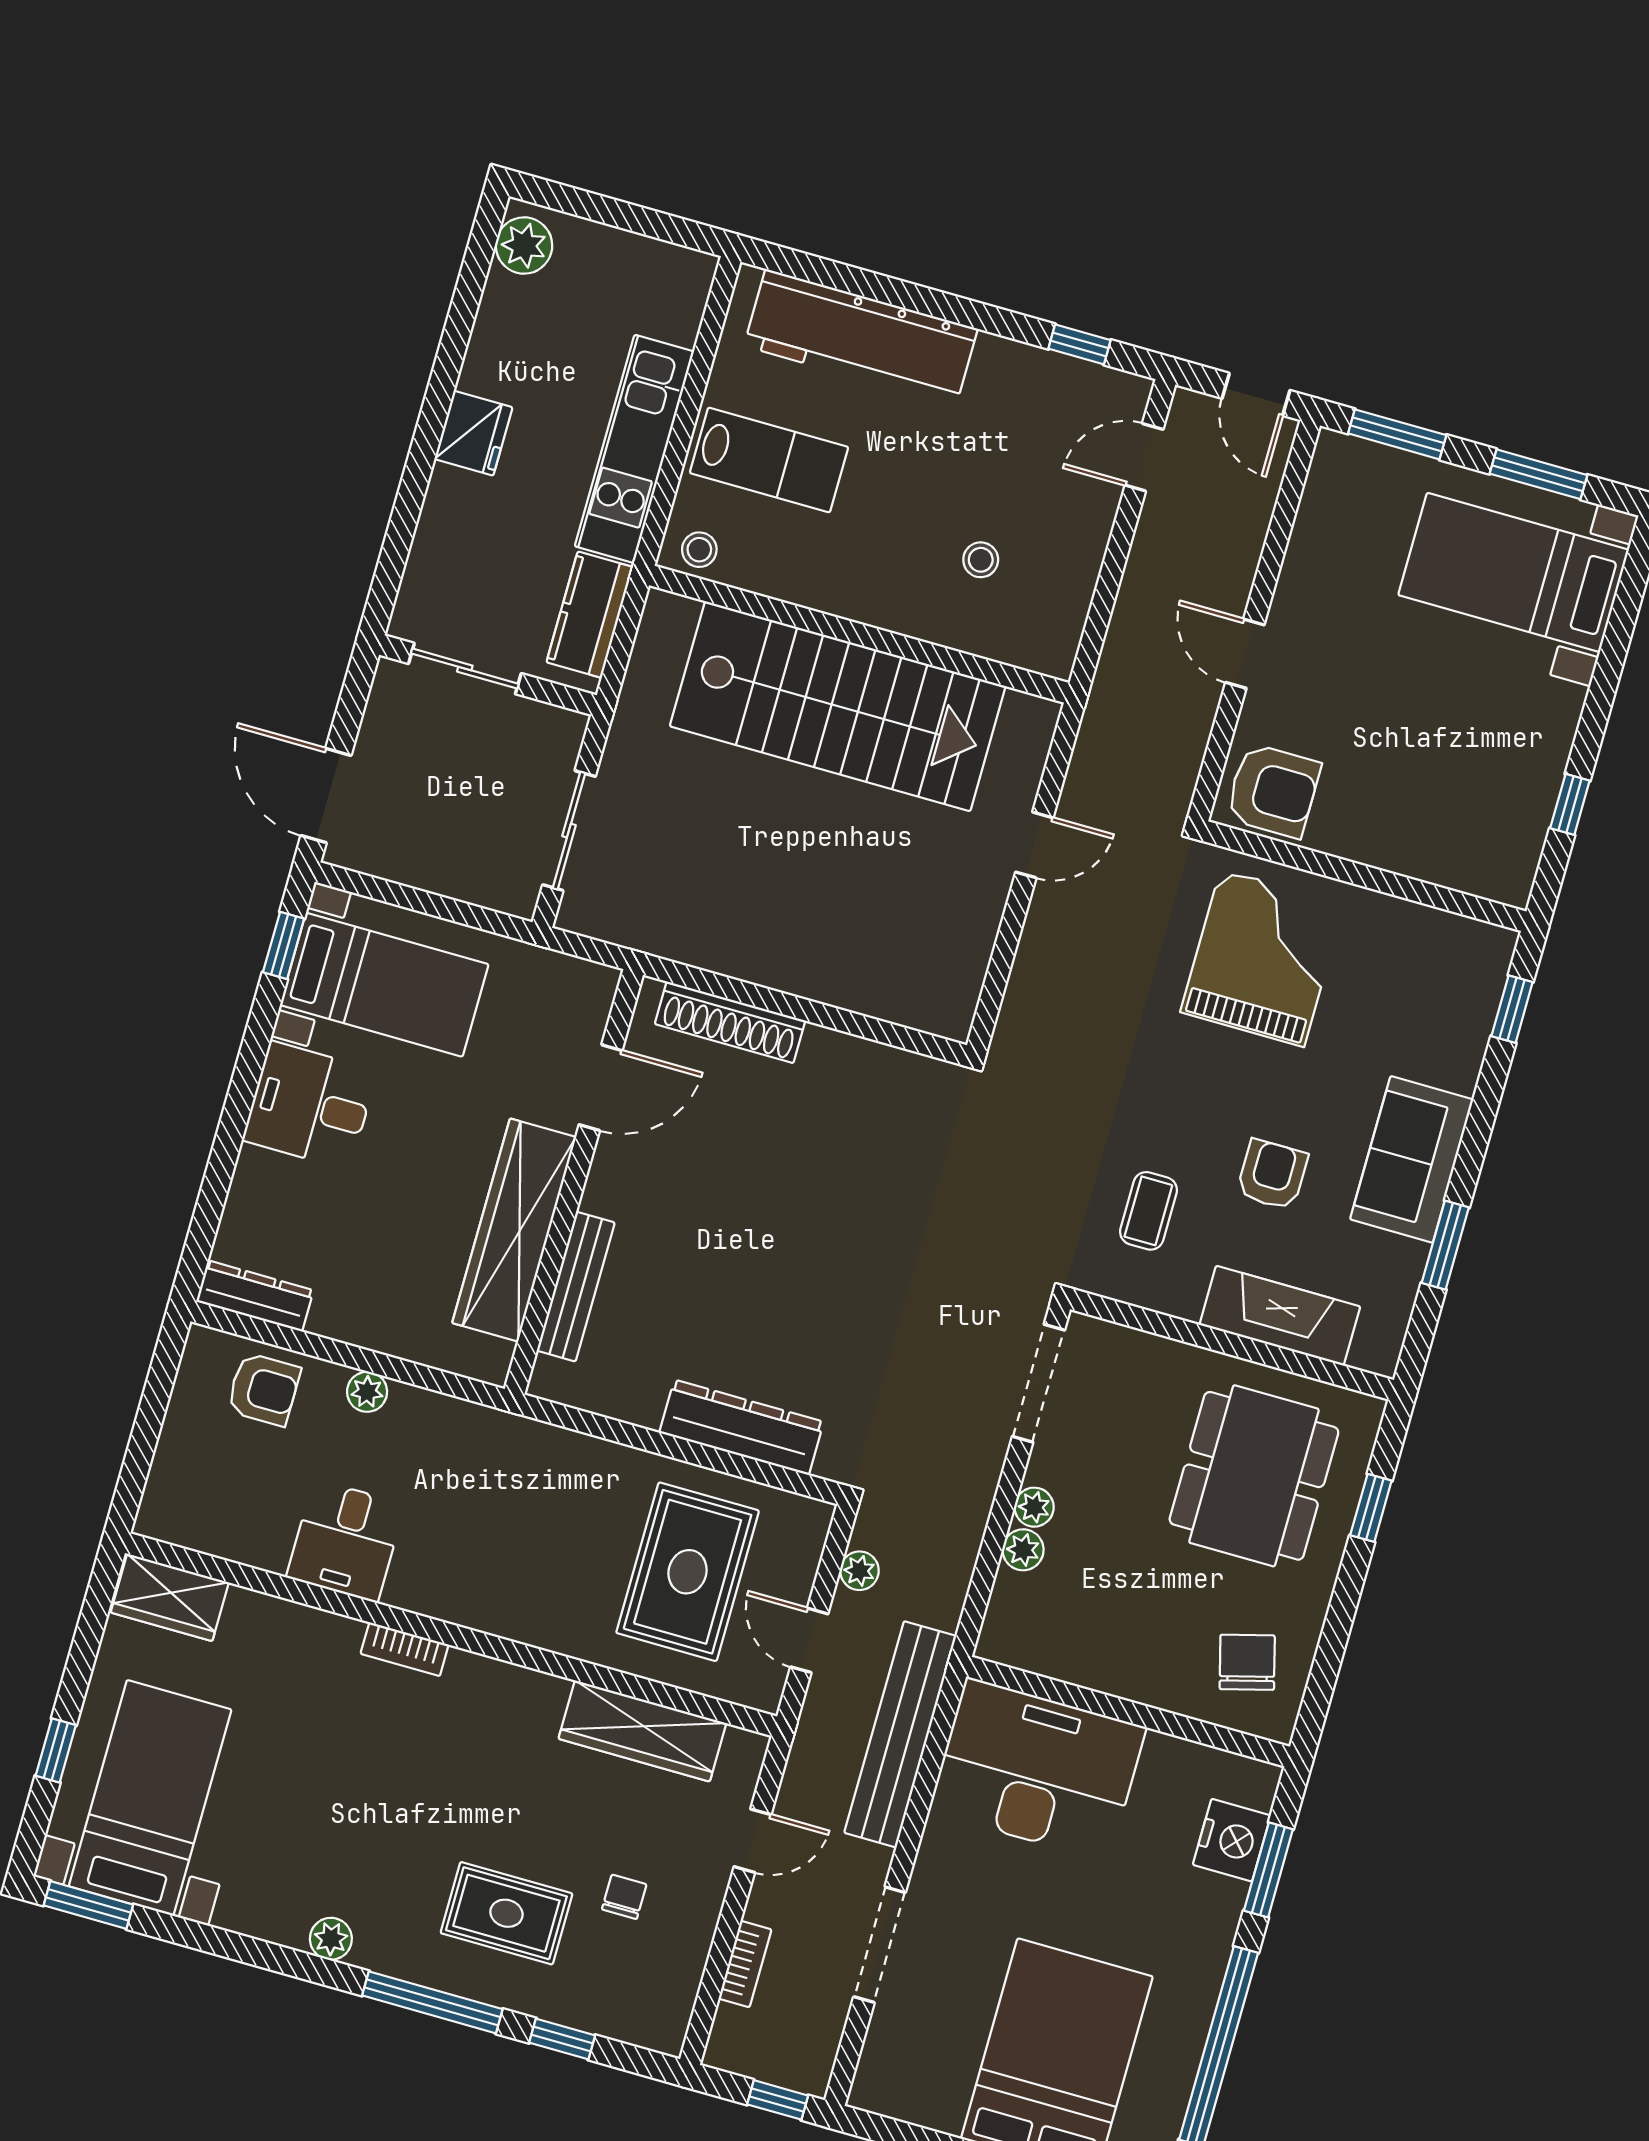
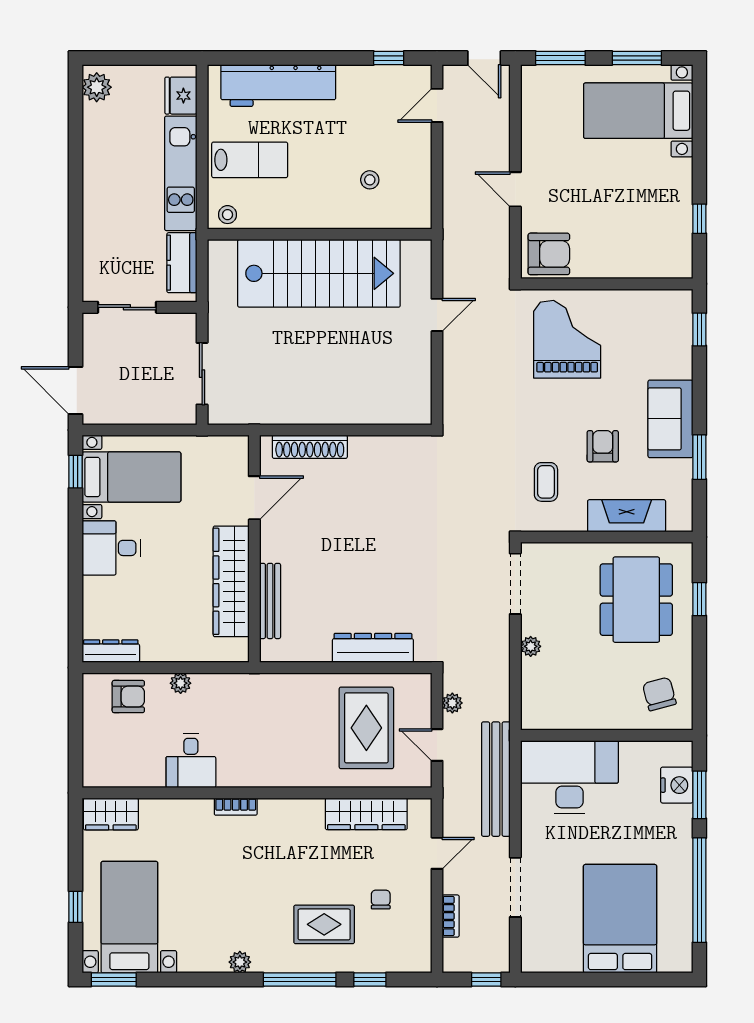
fridge: (473, 433) -> (181, 96), moved, turned 180
plant: (1023, 1550) -> (531, 669), removed

